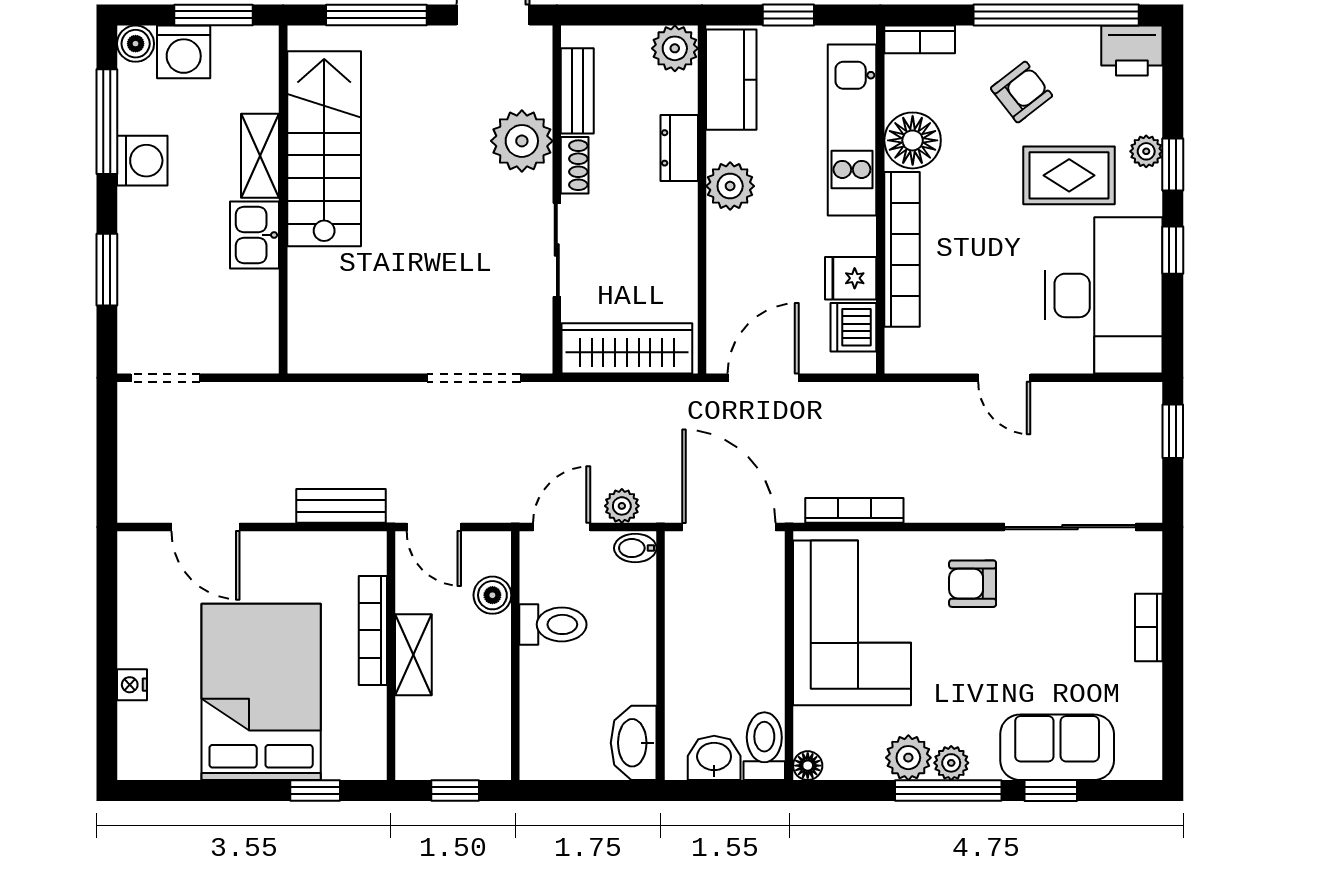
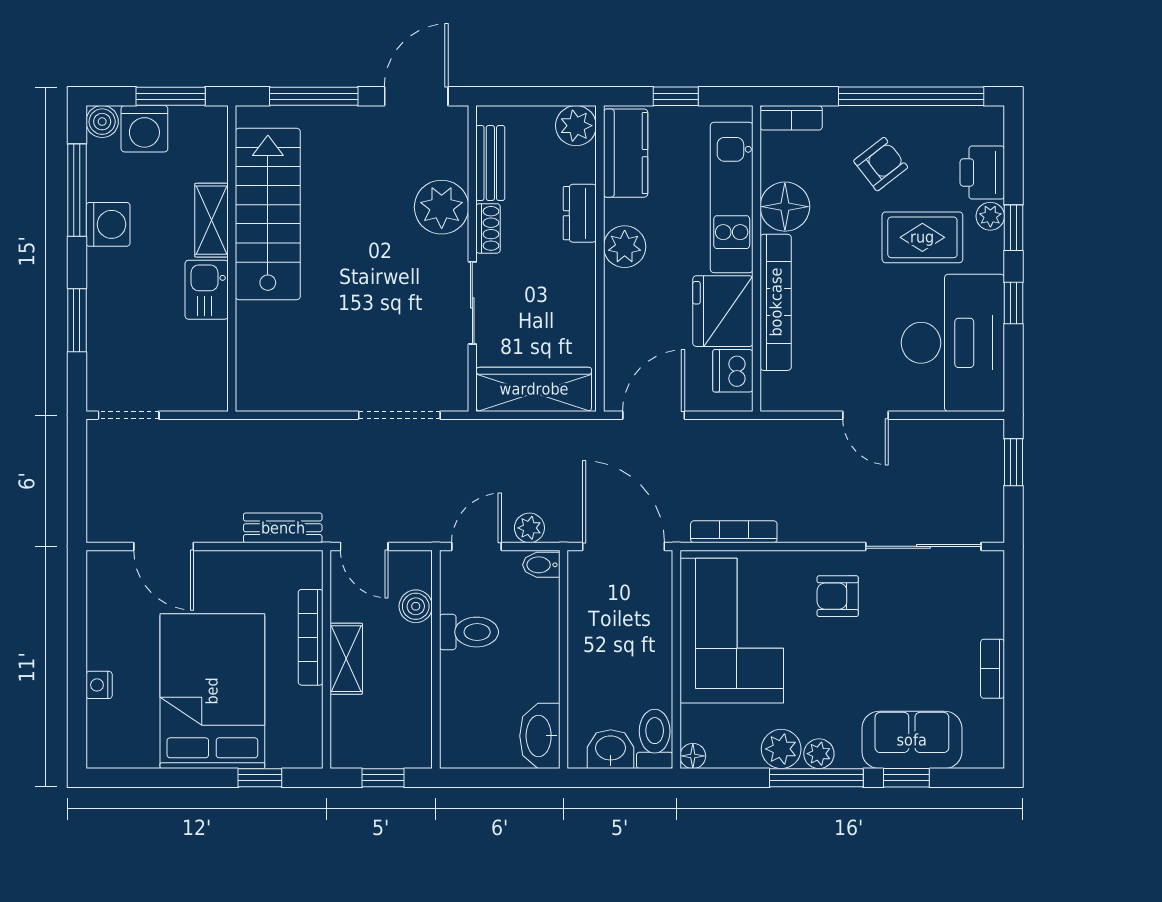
printer: (1132, 50) -> (982, 172), moved, turned 90
fridge: (851, 278) -> (723, 311), width x1.88, depth x1.34
bookcase: (1149, 627) -> (992, 669), moved

